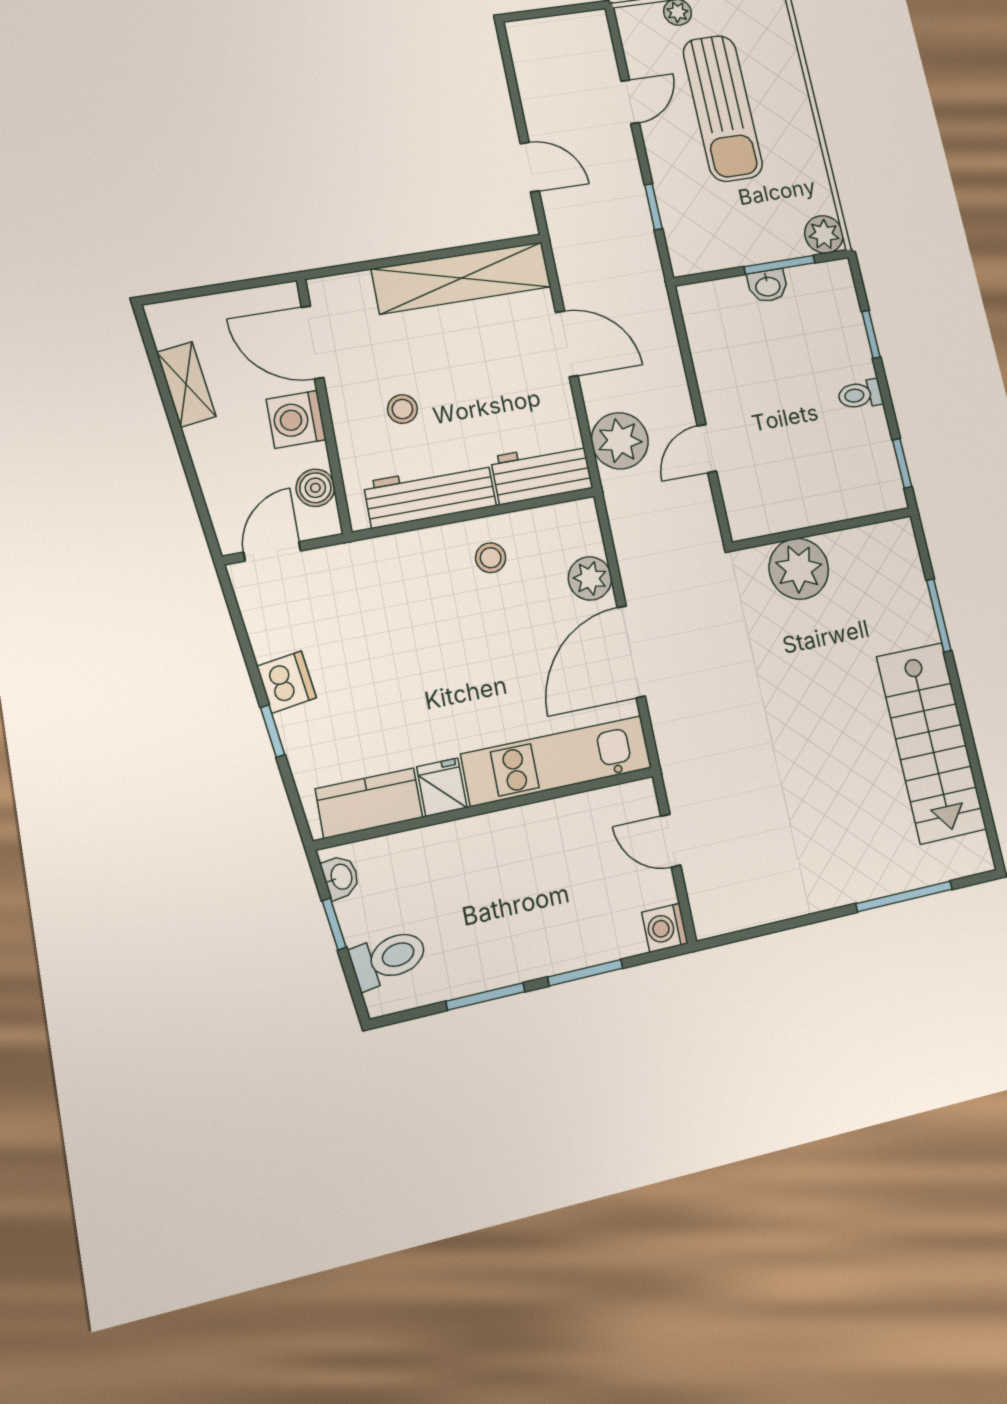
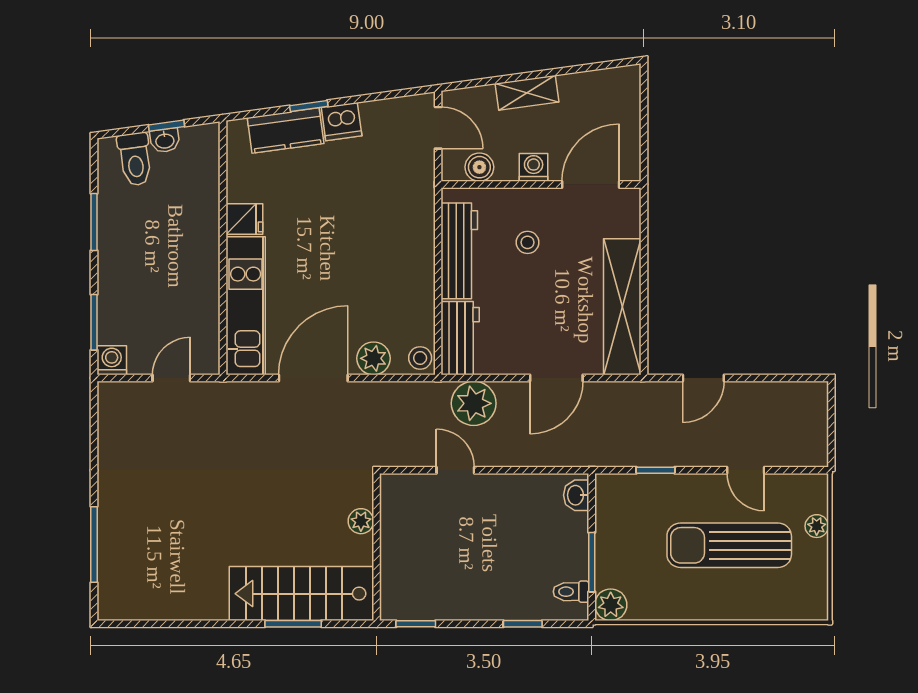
washbasin: (768, 286) -> (576, 495), moved
shelving: (186, 384) -> (527, 93), moved
toilet: (860, 395) -> (571, 592), moved, turned -90
washing machine: (296, 419) -> (534, 167), width x0.73, depth x0.73
stool: (491, 558) -> (420, 358), moved
plant: (799, 569) -> (361, 521), width x0.53, depth x0.53
door: (631, 652) -> (313, 378), hinge flipped
stairs: (931, 742) -> (302, 594), moved
kitchen counter: (369, 803) -> (286, 131), moved, turned 82
washbasin: (341, 877) -> (165, 140), moved
window: (585, 973) -> (94, 322), moved

